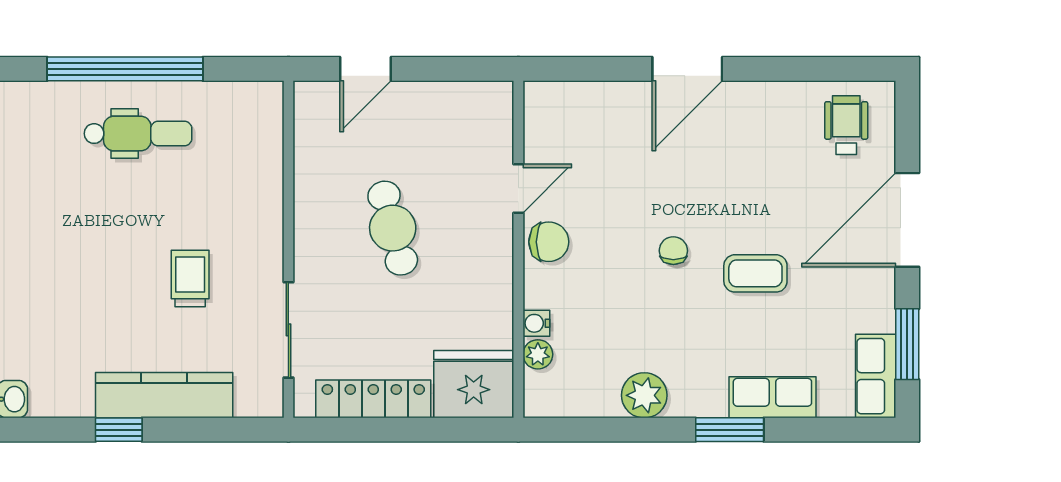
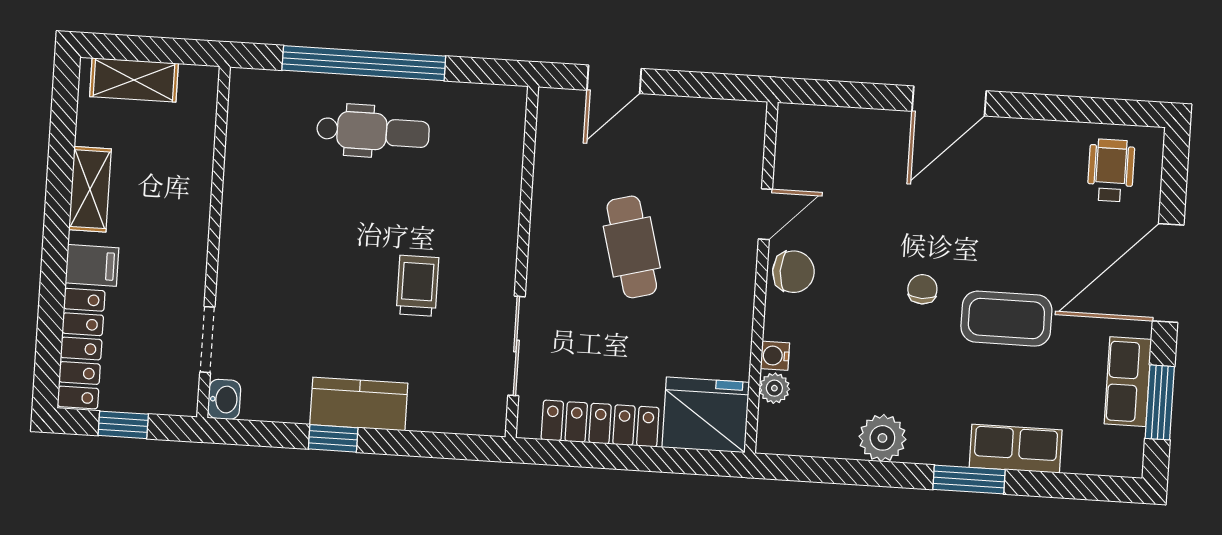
coffee table: (755, 273) -> (1006, 319), width x1.36, depth x1.30
row of seats: (876, 376) -> (1128, 382), moved
kitchen counter: (164, 395) -> (359, 404), width x0.67

